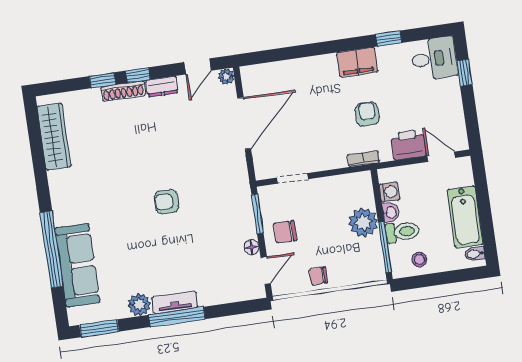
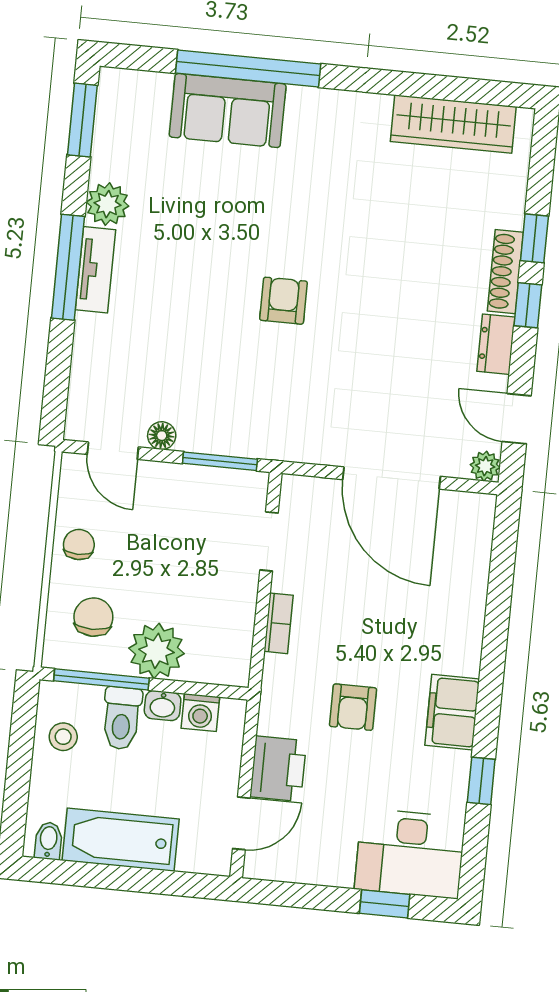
desk: (434, 59) -> (410, 854), width x1.37
armchair: (367, 114) -> (353, 707), turned 90
bookcase: (363, 159) -> (279, 623), moved
chair: (285, 232) -> (93, 617), moved
sofa: (77, 265) -> (228, 111), width x0.73

